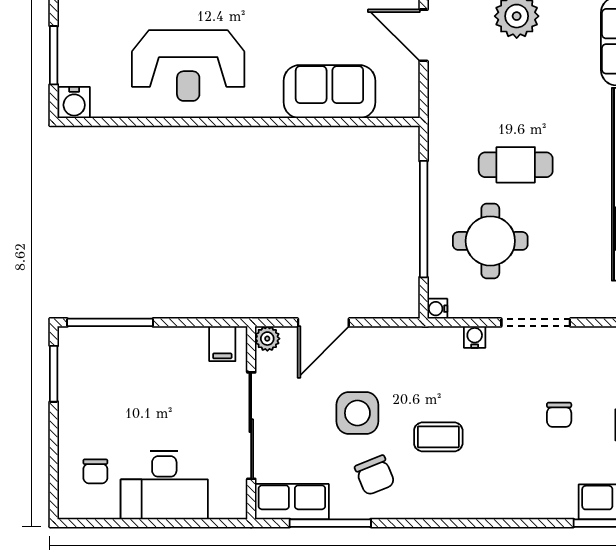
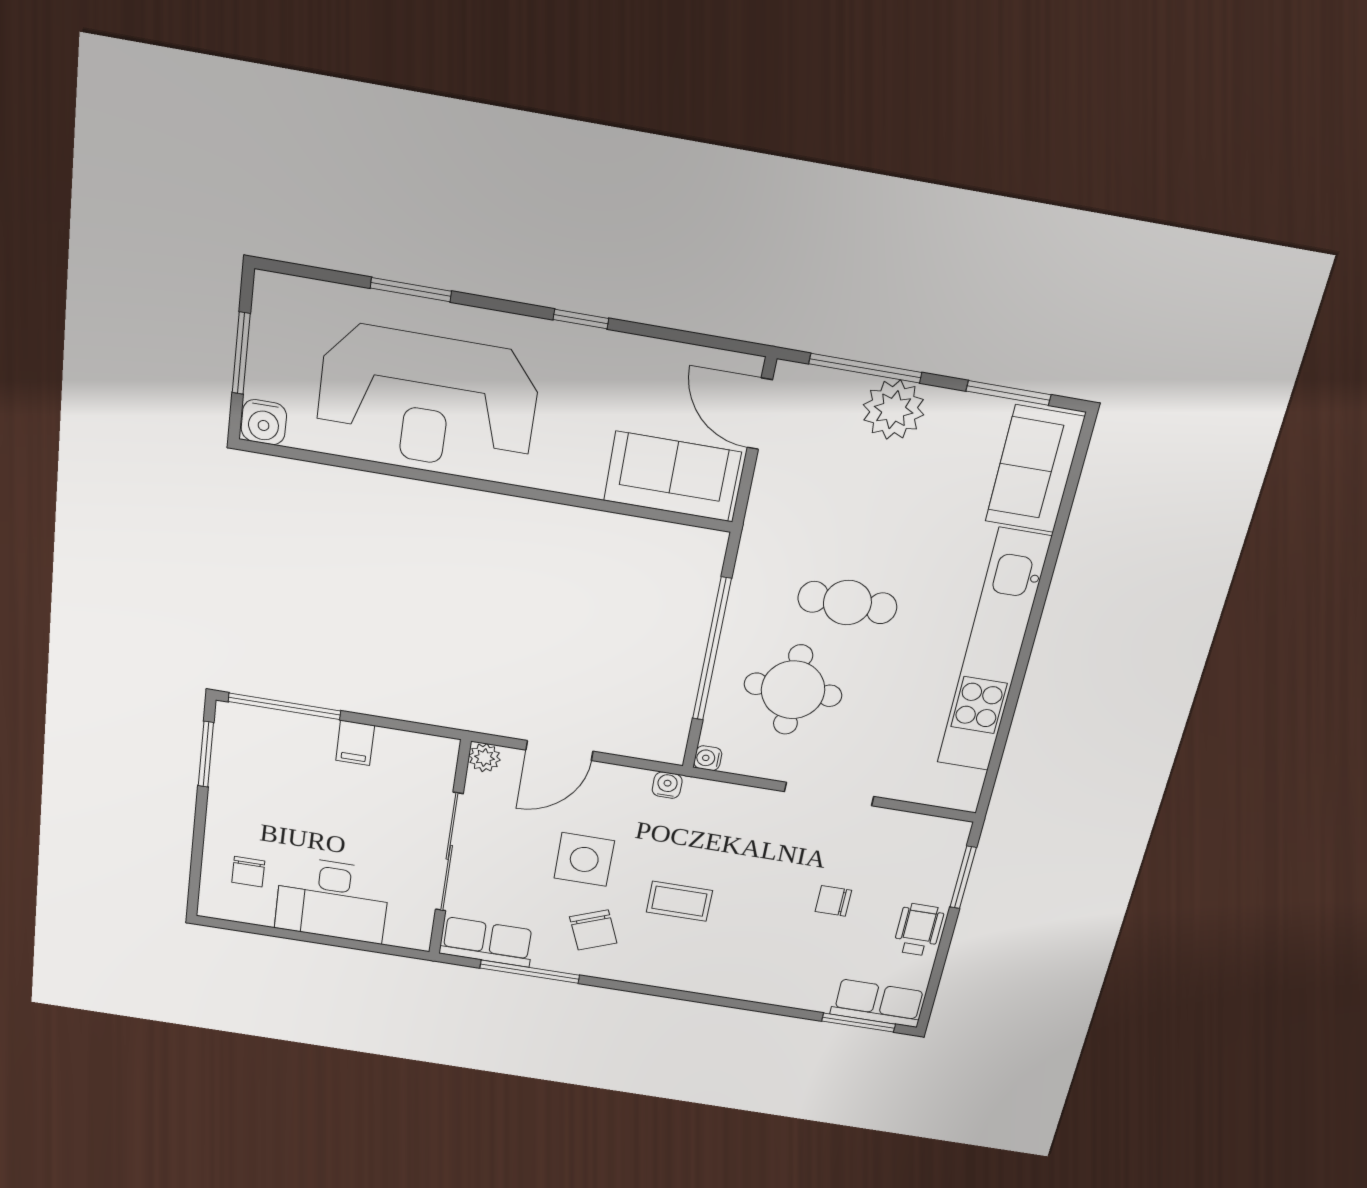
reception desk: (188, 66) -> (428, 399), width x1.36, depth x1.30
sofa: (329, 92) -> (672, 476), moved
water cooler: (475, 337) -> (667, 785), moved
filing cabinet: (222, 344) -> (355, 743), moved
chair: (559, 415) -> (833, 901), turned 90

